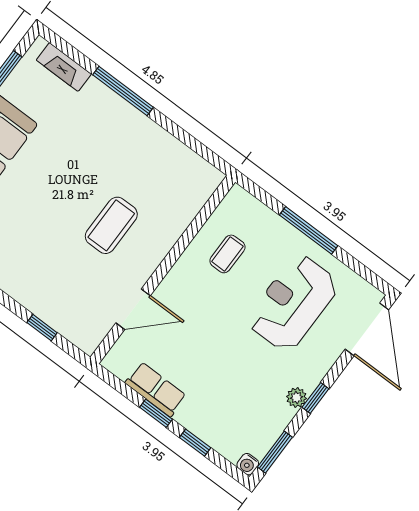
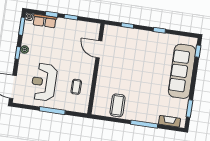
coffee table: (111, 225) -> (118, 105), moved
reception desk: (293, 303) -> (44, 82), turned 180
door: (133, 309) -> (99, 49), hinge flipped
row of seats: (156, 389) -> (45, 21), moved

